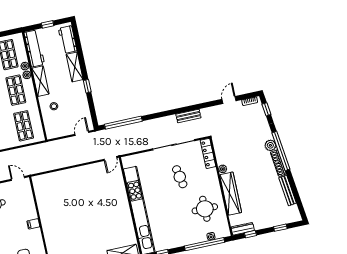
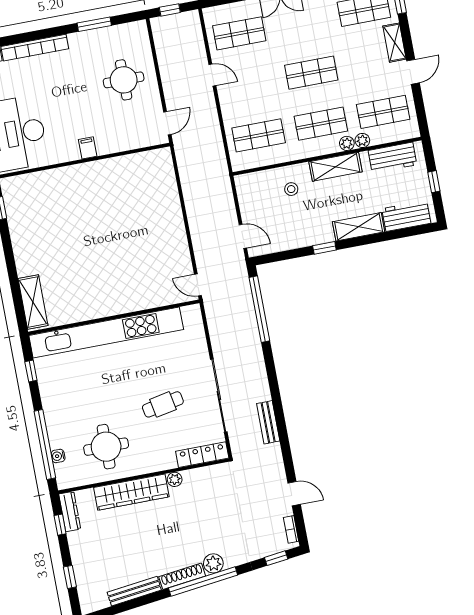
workbench: (34, 48) -> (392, 158), width x0.73

